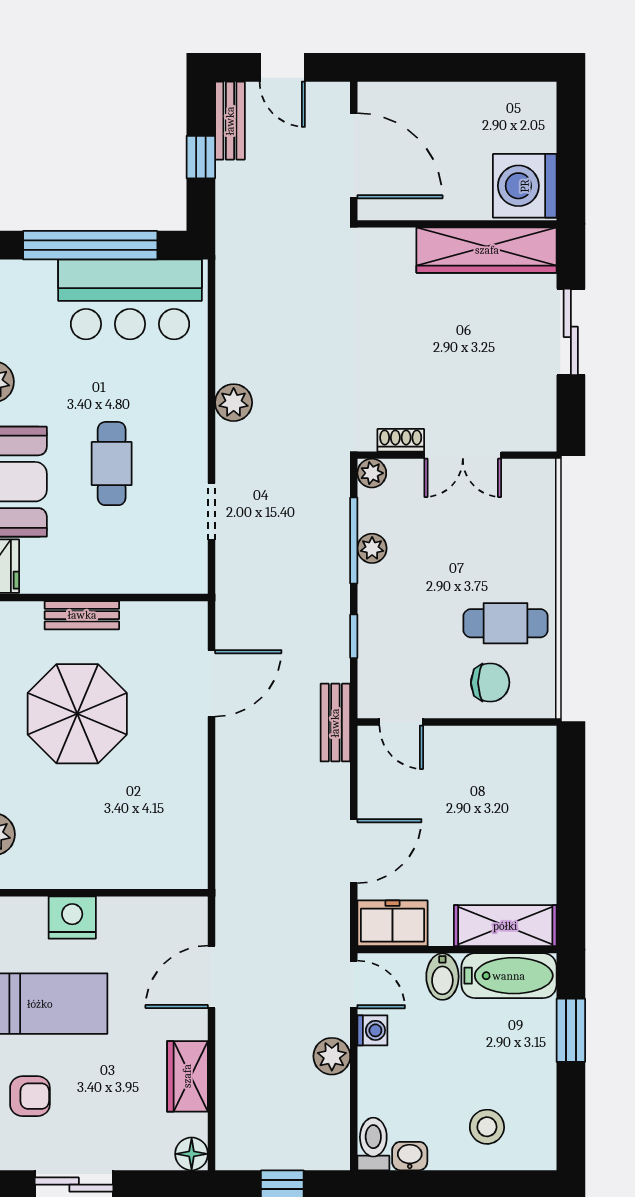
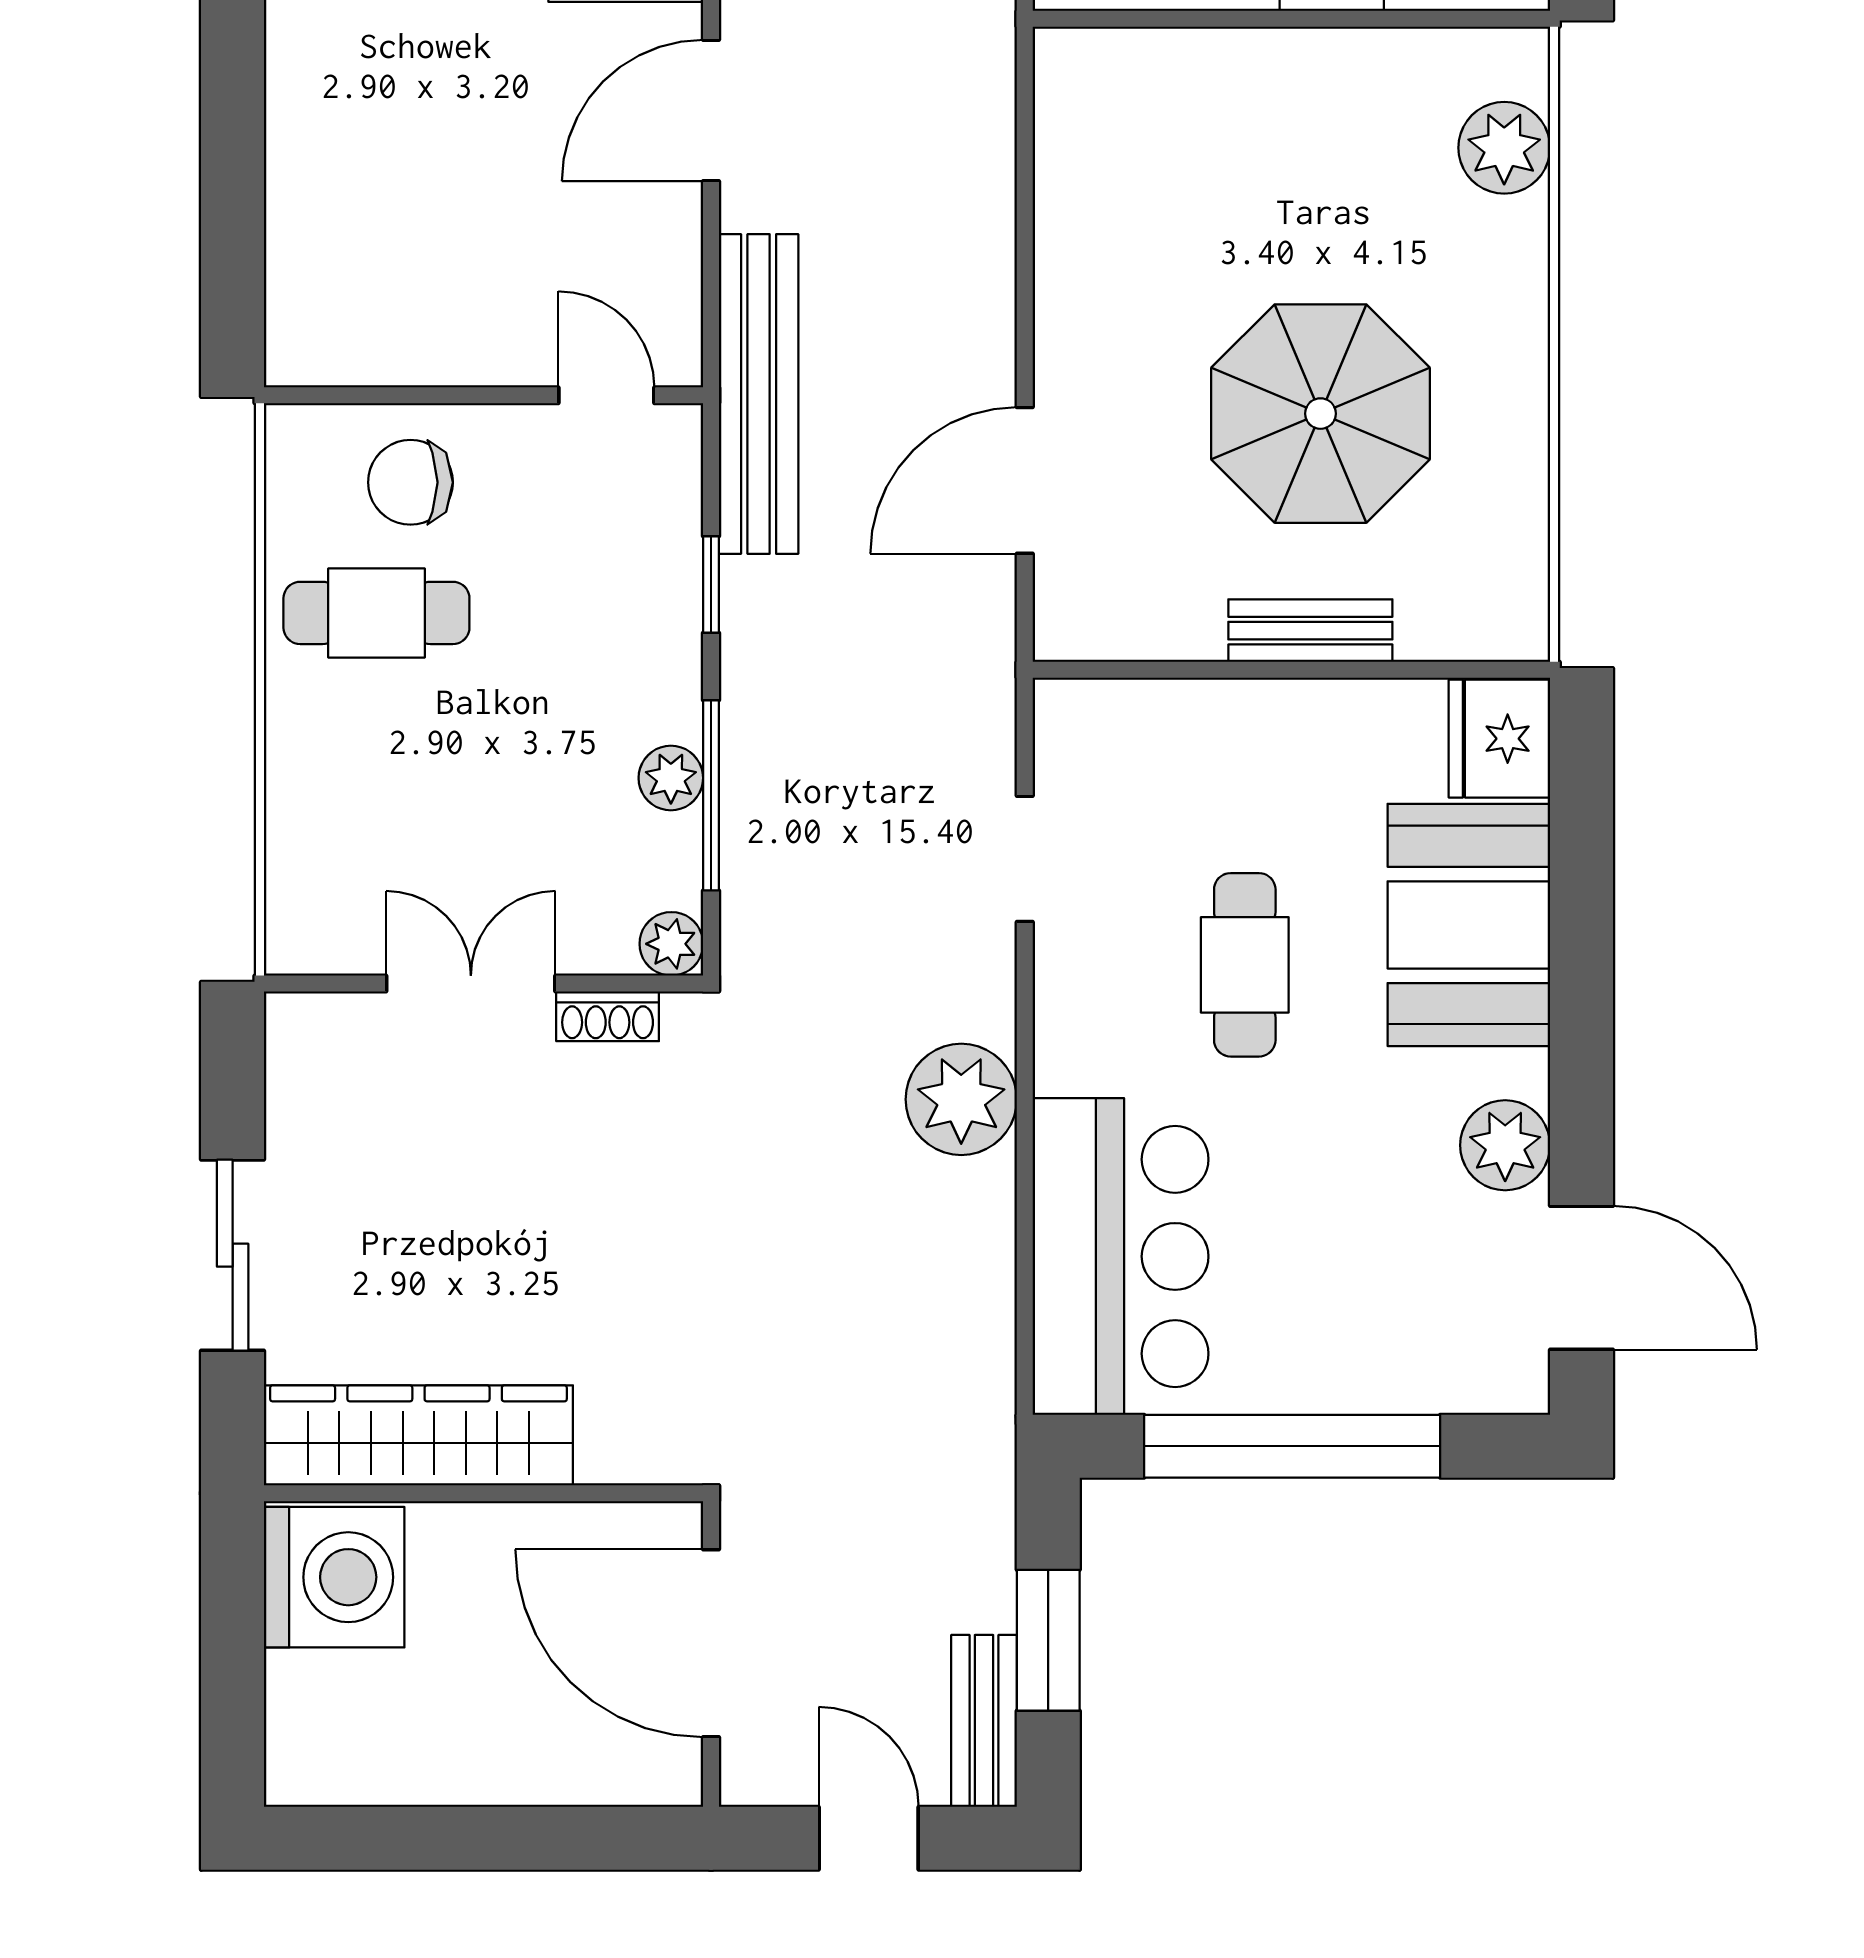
window: (201, 157) -> (1048, 1640), width x1.50
bar counter: (130, 299) -> (1121, 1256), moved, turned 90
plant: (234, 403) -> (961, 1099), width x1.36, depth x1.36
bench: (335, 723) -> (759, 394), width x1.86, depth x1.21

